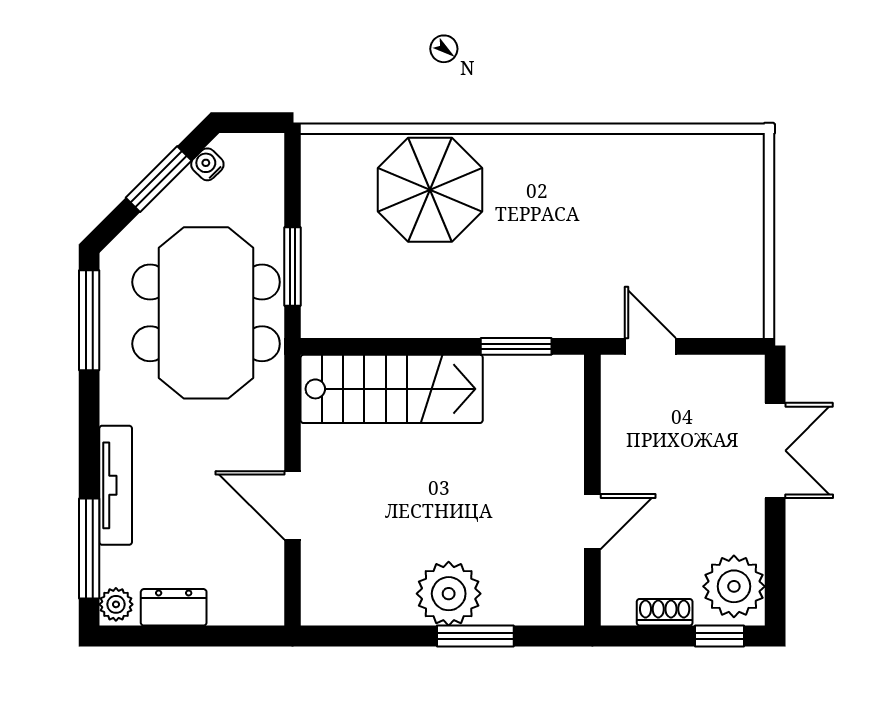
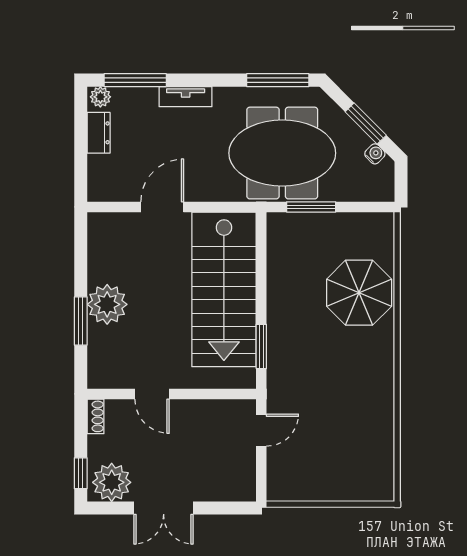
stairs: (392, 389) -> (224, 289), width x1.36, depth x1.51
double door: (775, 451) -> (164, 508), moved
tv unit: (116, 485) -> (186, 97), width x0.71
shoe rack: (665, 612) -> (96, 416), moved

